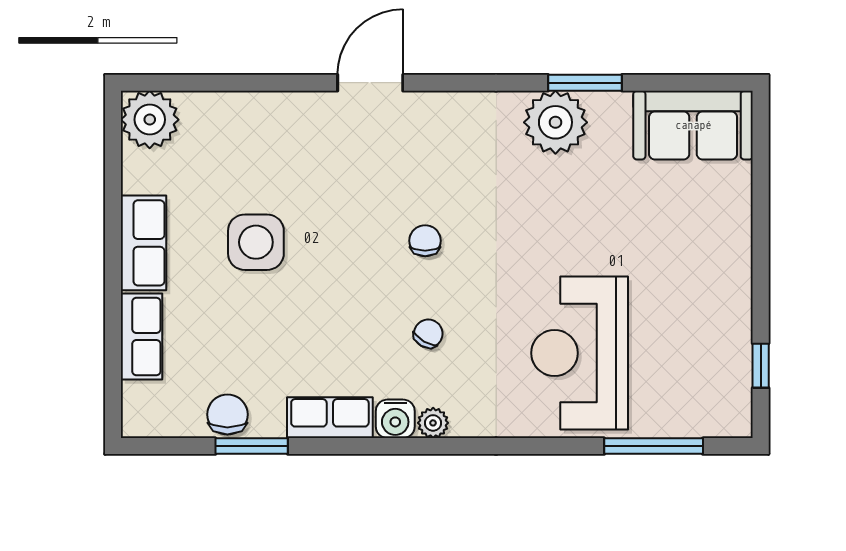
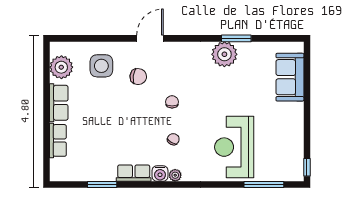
plant: (150, 120) -> (61, 67), moved
sofa: (693, 125) -> (290, 77), moved, turned 90
side table: (256, 242) -> (101, 66), moved
window: (761, 366) -> (307, 167), moved
chair: (227, 414) -> (138, 77), moved, turned 97

